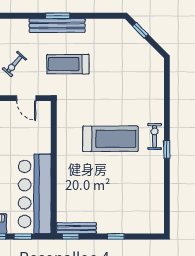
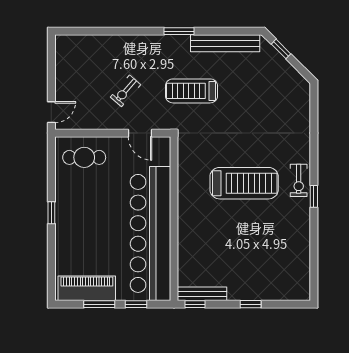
bench: (57, 26) -> (225, 43), moved
exercise bike: (155, 136) -> (299, 180), turned 180
bar counter: (35, 194) -> (150, 233), width x1.36

